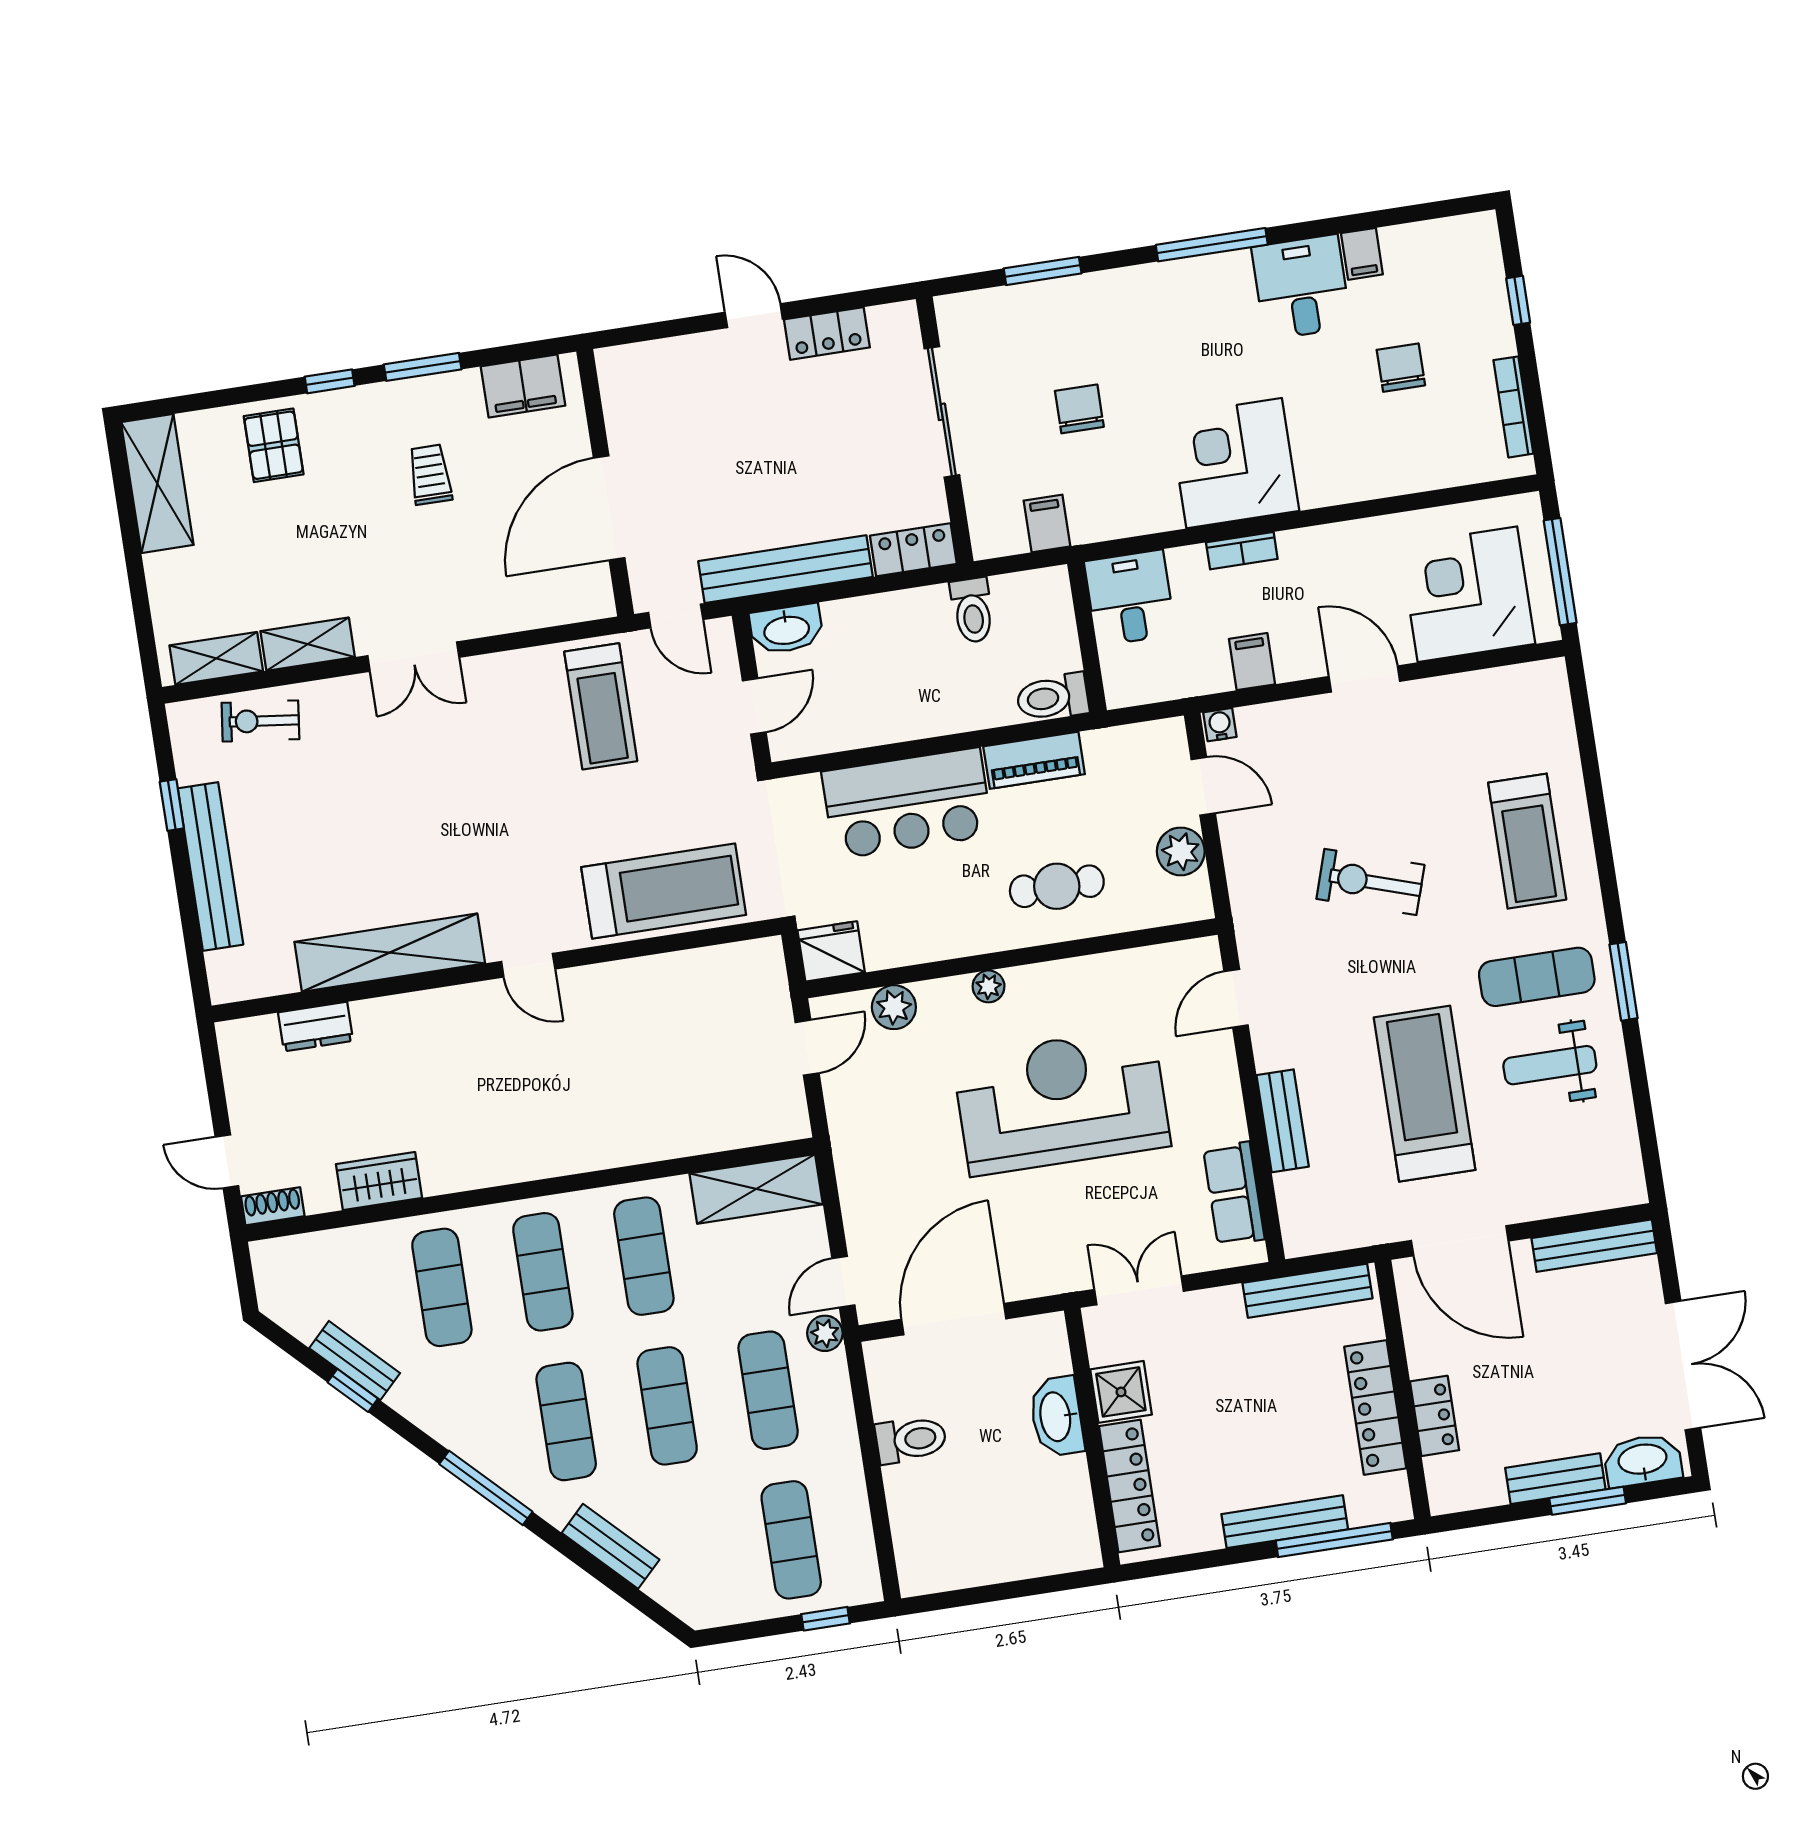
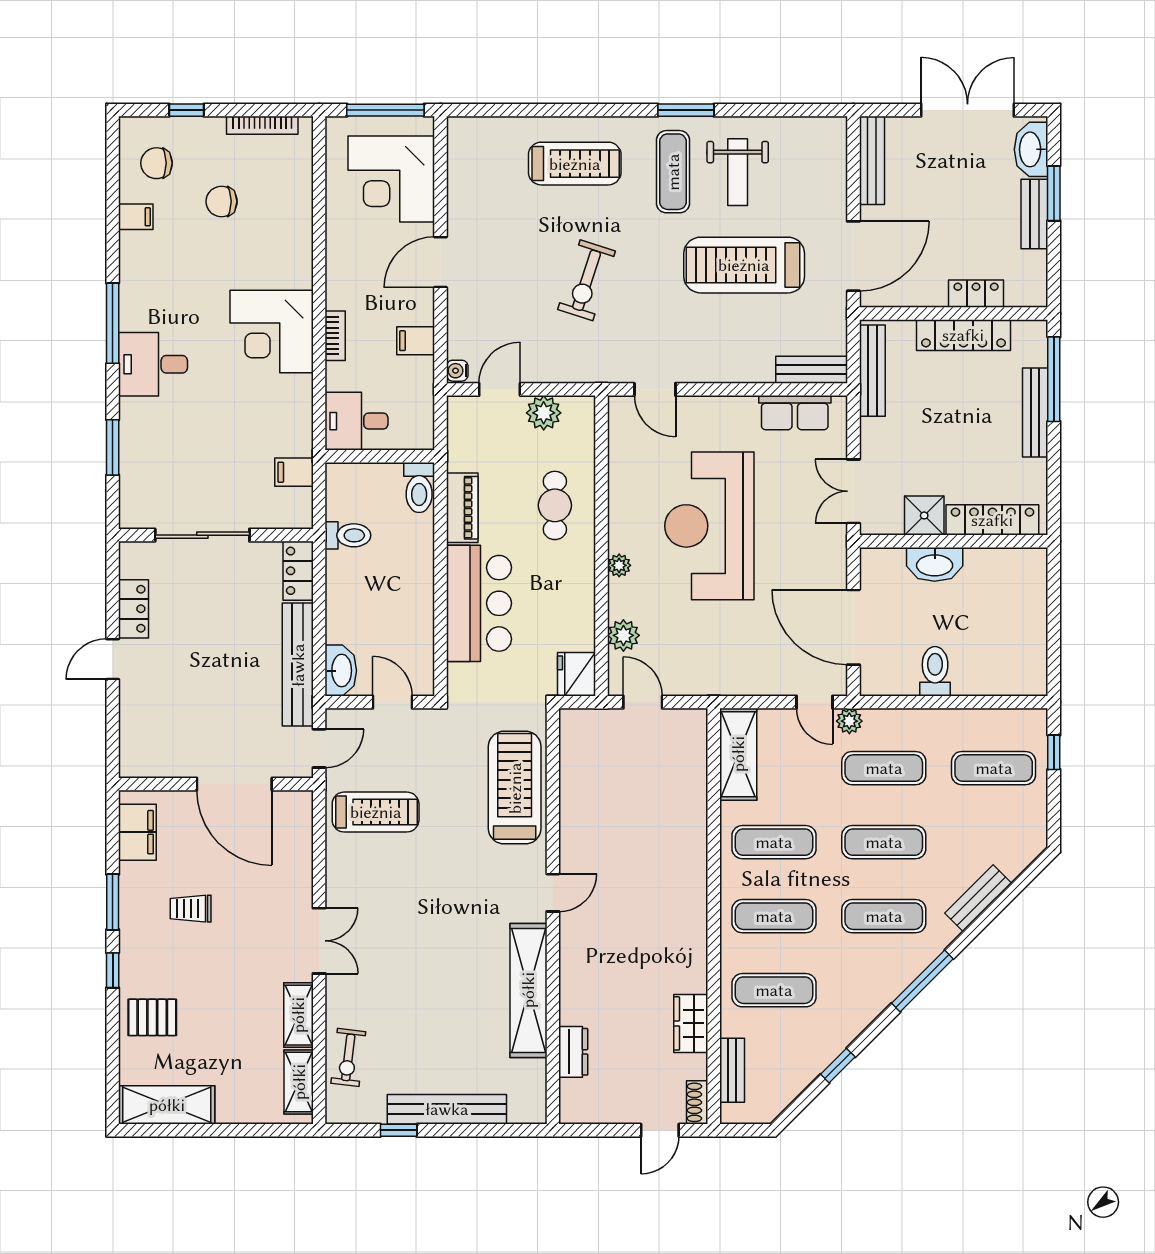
desk: (1301, 287) -> (153, 364), moved
chair: (1079, 409) -> (157, 163), moved
bench: (1283, 1121) -> (812, 370), moved
bench: (355, 1361) -> (732, 1070), moved, turned -45

